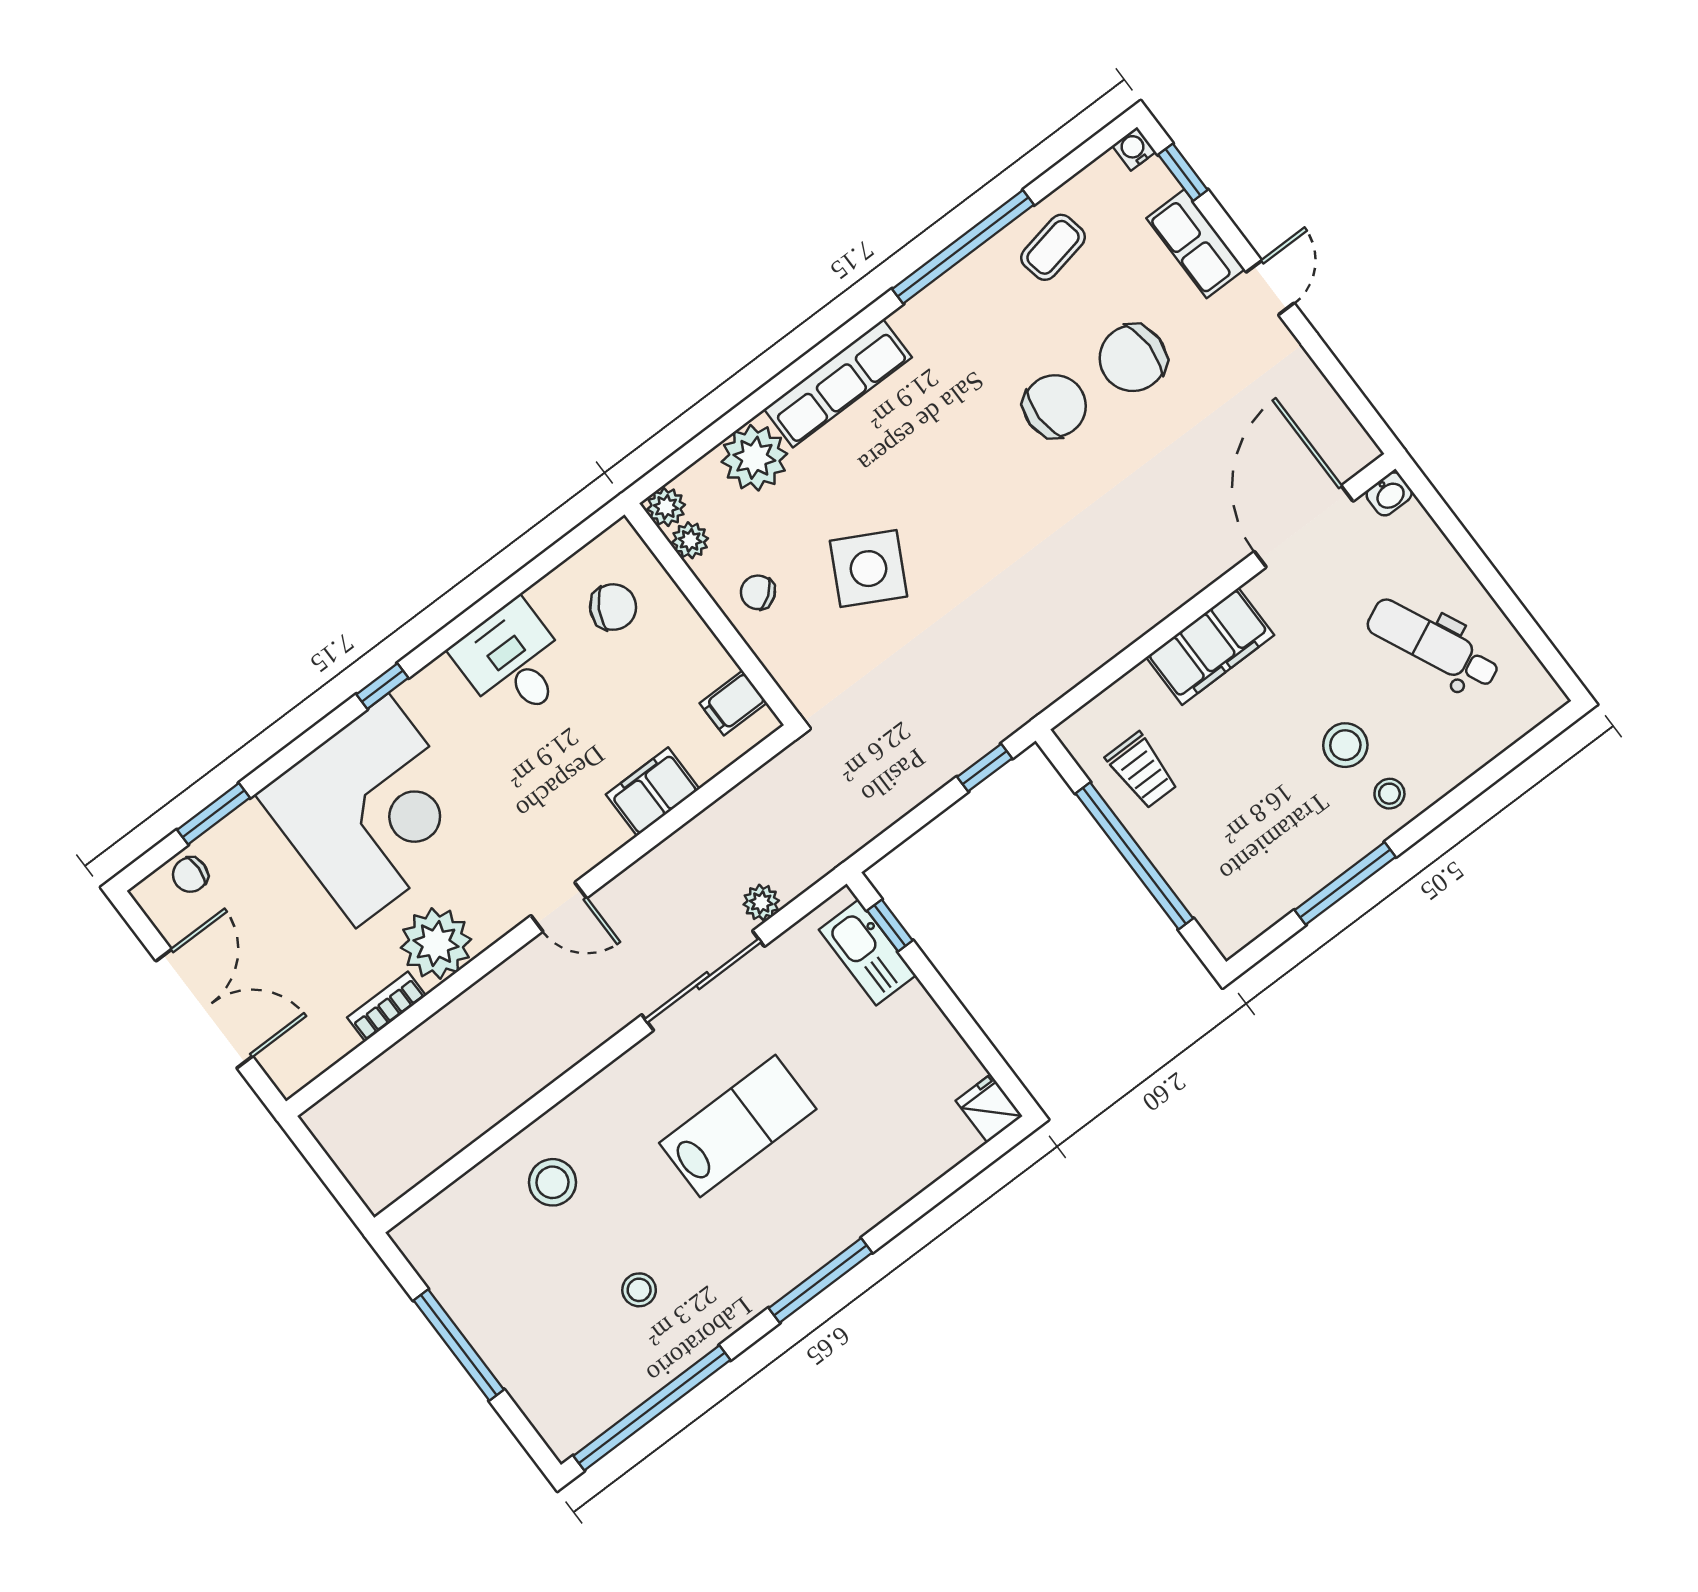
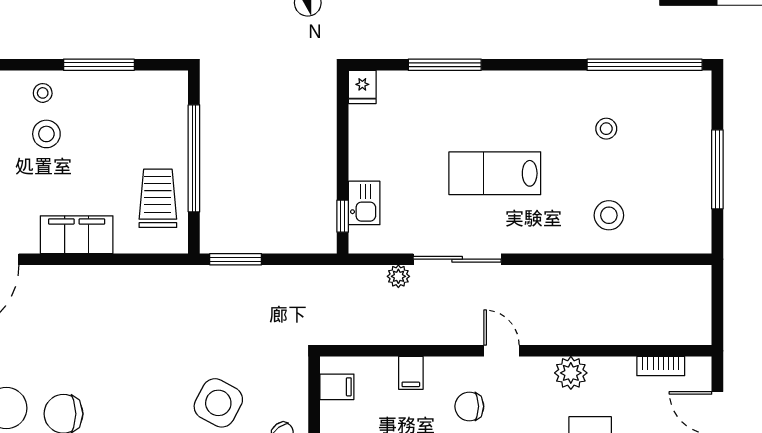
window: (985, 768) -> (236, 259), width x1.50
trolley: (1142, 771) -> (158, 198), width x1.36, depth x1.39
filing cabinet: (653, 792) -> (411, 373), width x0.50
chair: (546, 805) -> (469, 406), added
plant: (436, 944) -> (571, 373), width x0.73, depth x0.73
kitchen sink: (867, 952) -> (364, 203), width x0.73
bookcase: (387, 1007) -> (661, 366), moved
window: (820, 1280) -> (445, 65), moved

